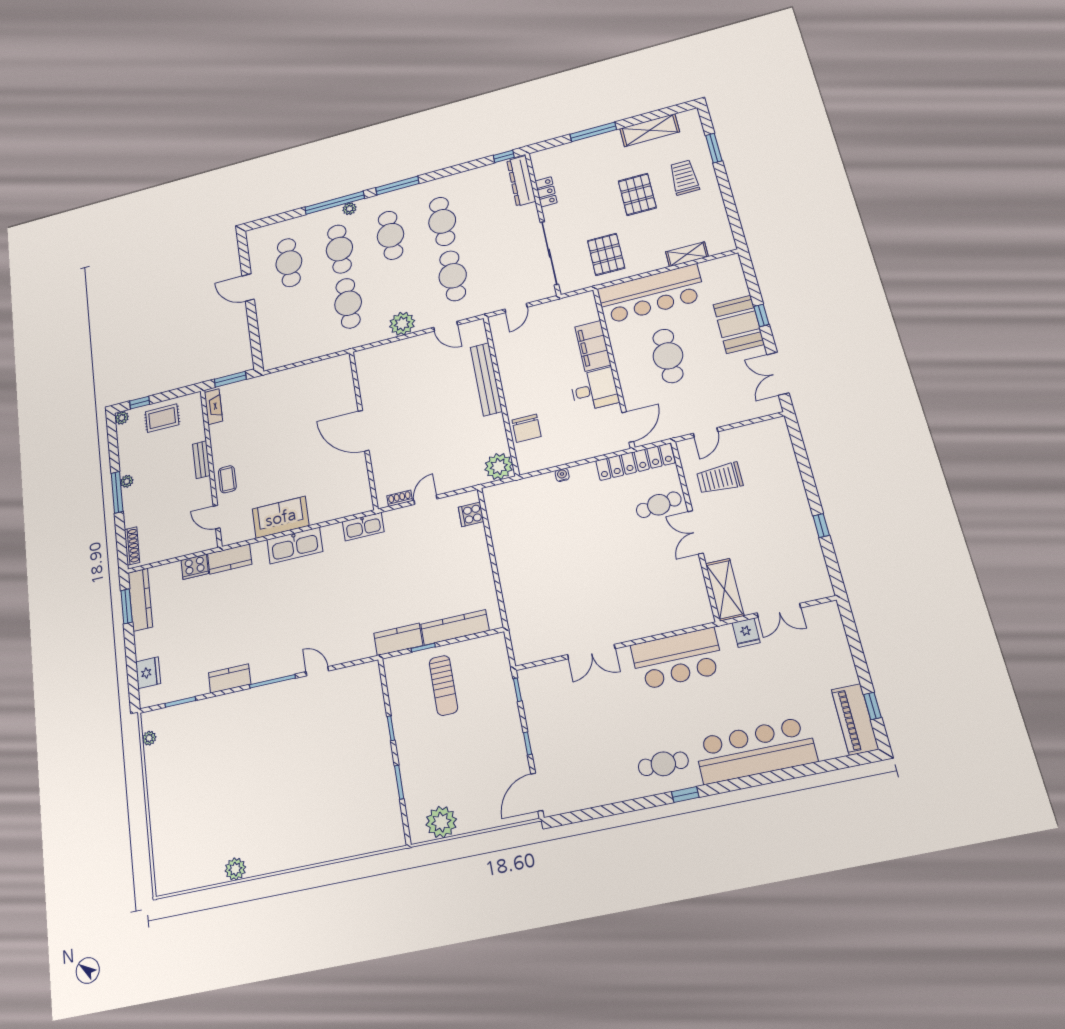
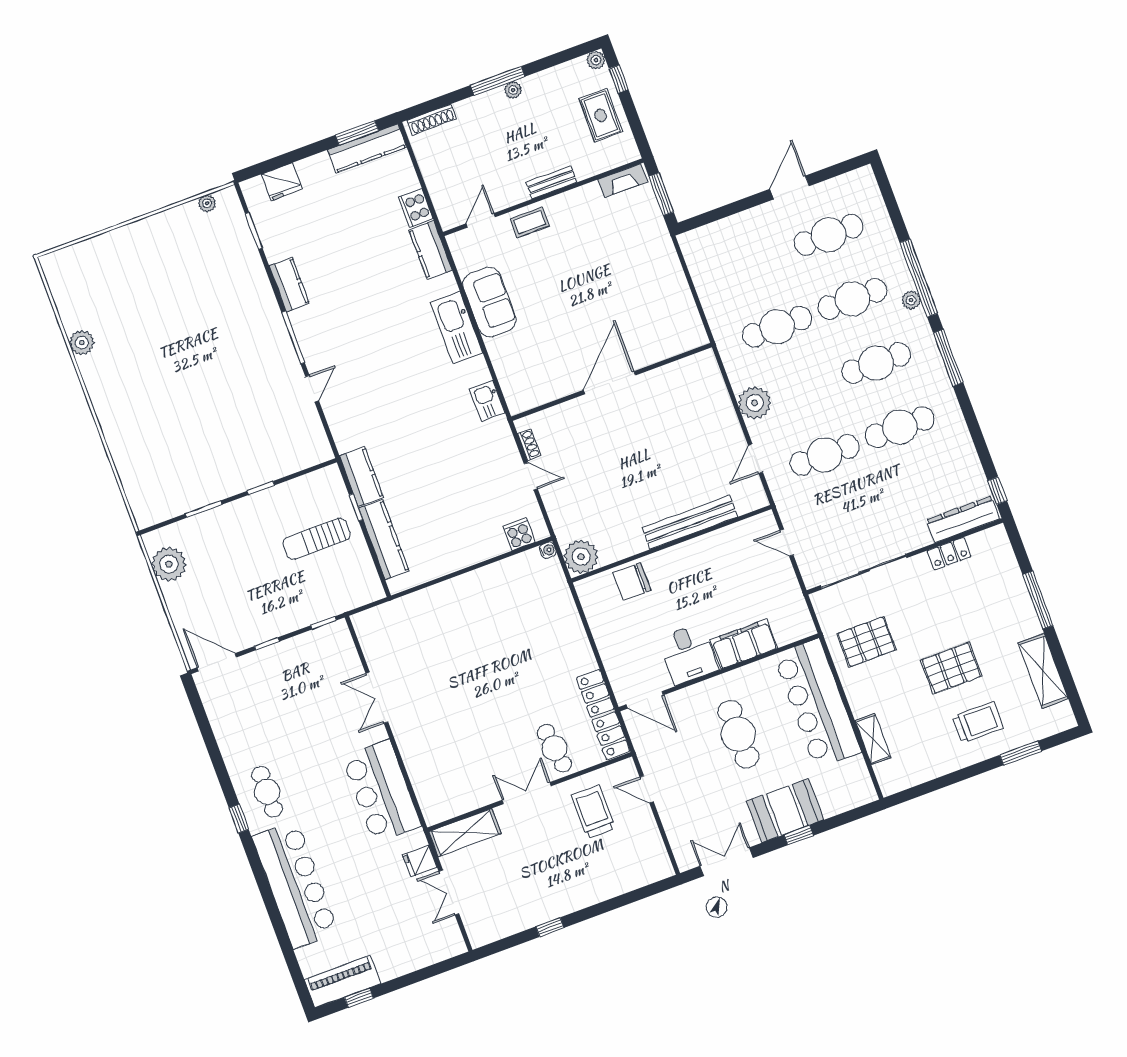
cafe table: (668, 356) -> (738, 734), turned 90
water cooler: (562, 475) -> (548, 550), moved
kitchen sink: (363, 527) -> (487, 401), width x0.73

